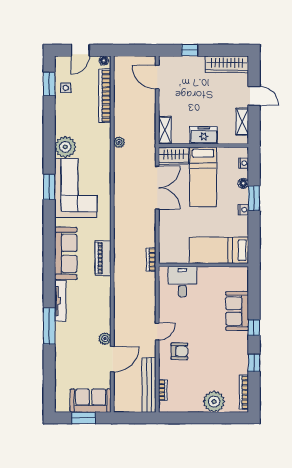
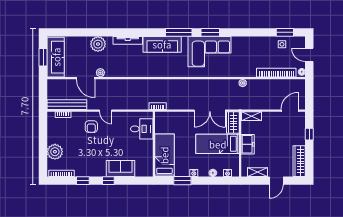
plant: (65, 147) -> (98, 44), moved
window: (254, 198) -> (182, 181), moved
piano: (103, 258) -> (159, 71), removed
window: (49, 326) -> (179, 32), moved
sofa: (91, 401) -> (56, 57), width x1.36

